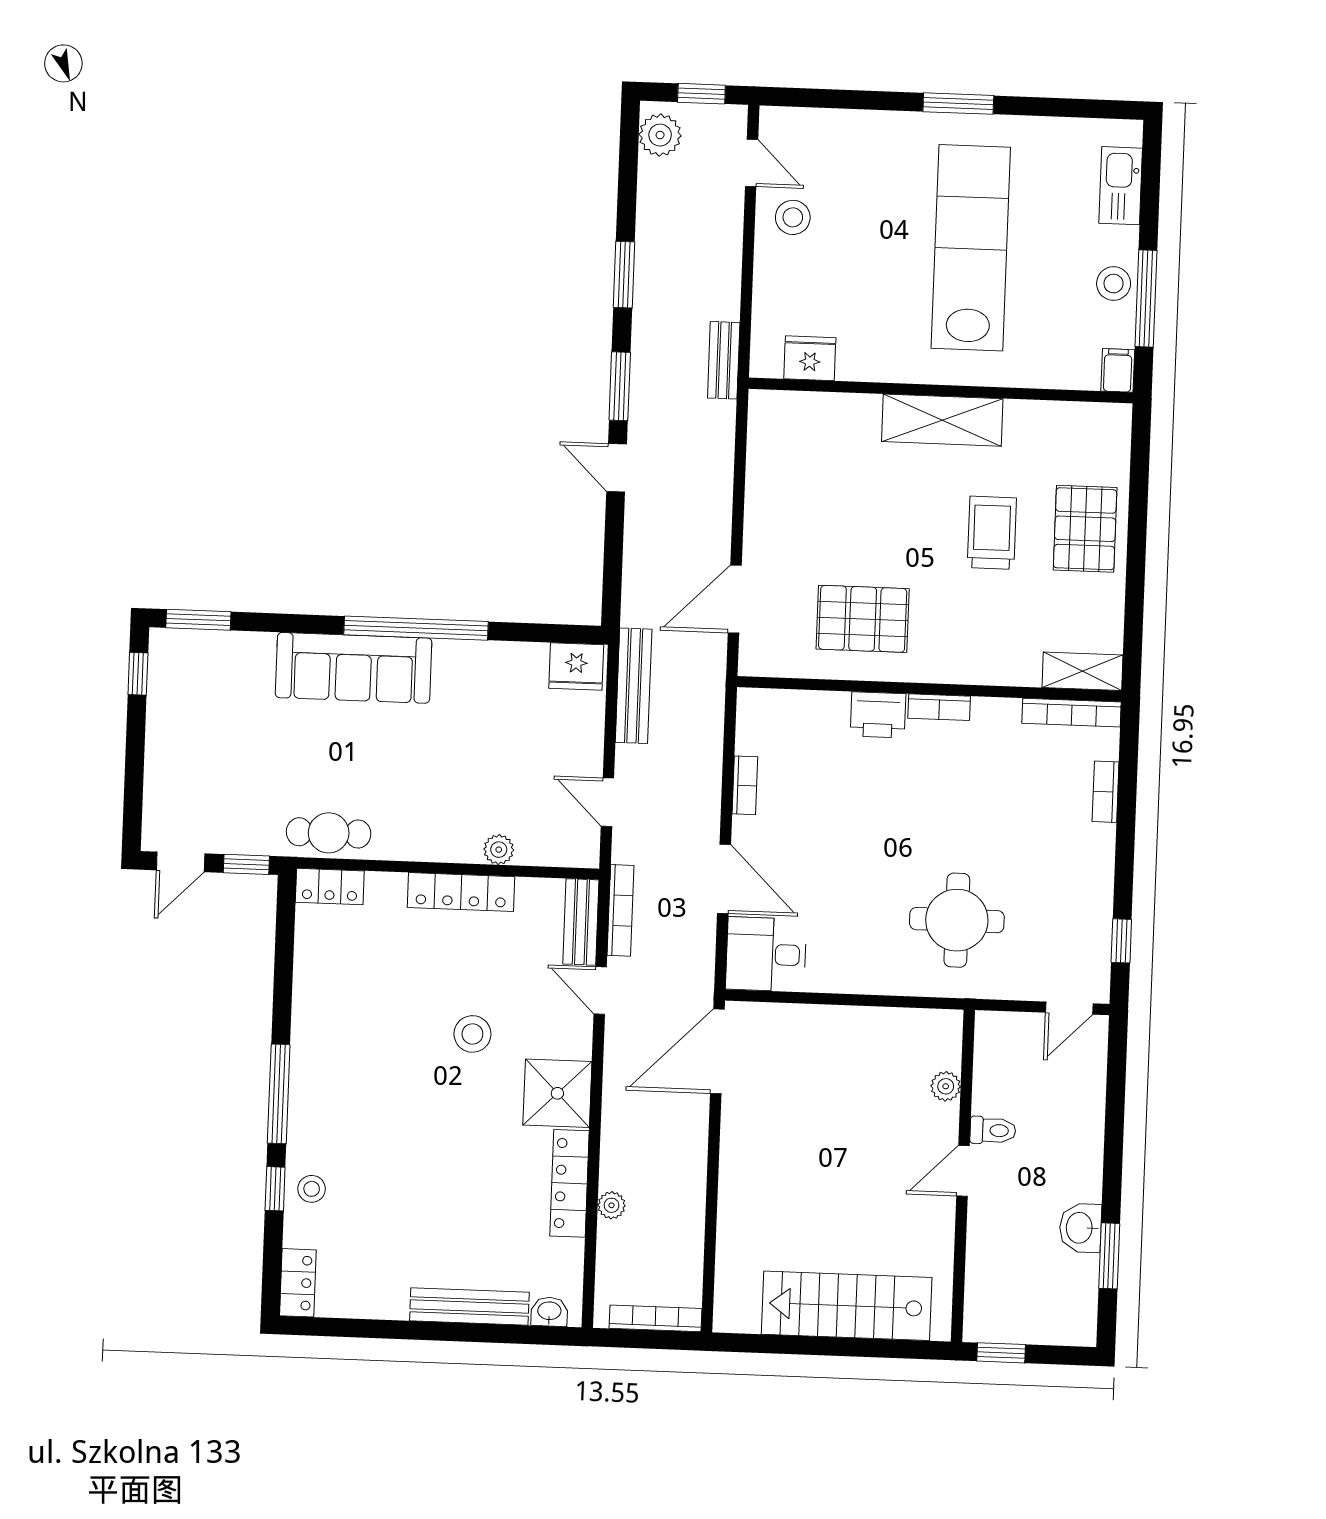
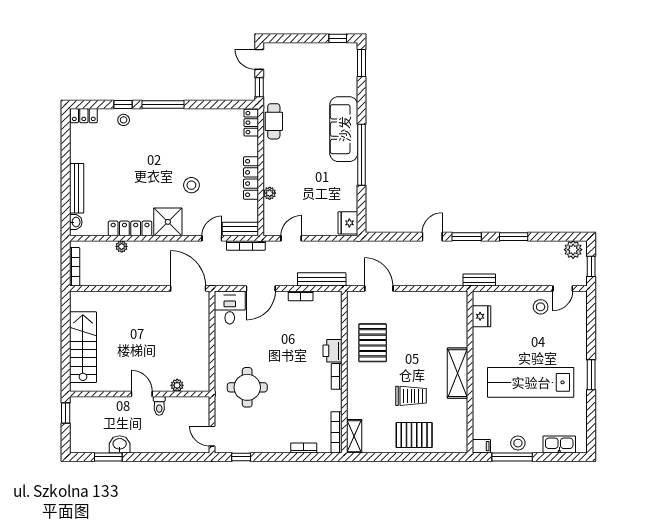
lab bench: (971, 248) -> (531, 382), turned 180
bench: (634, 686) -> (322, 279), moved

